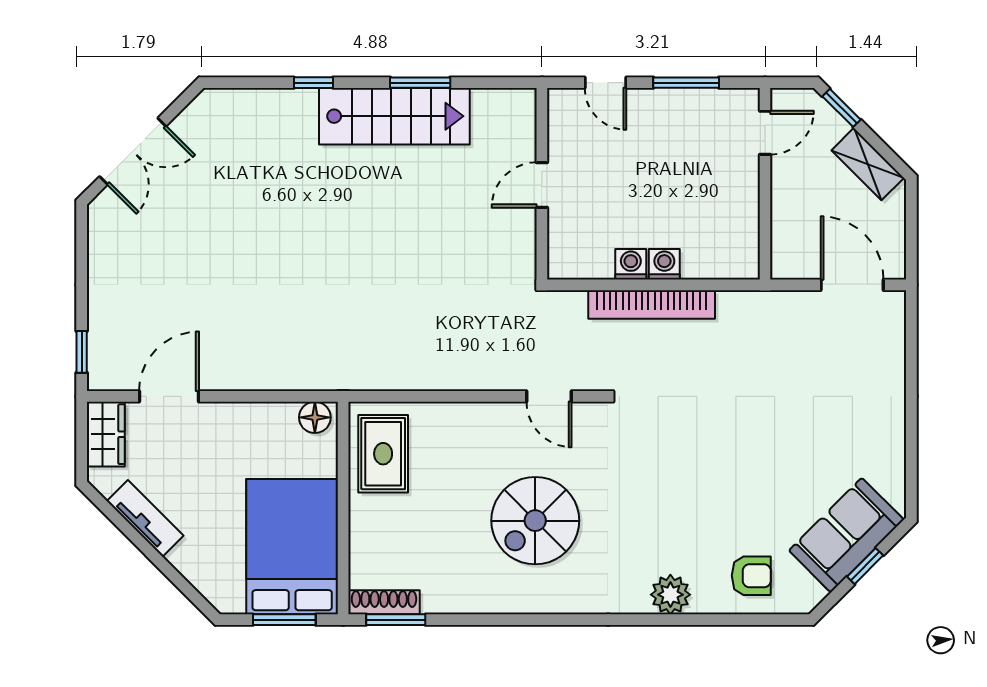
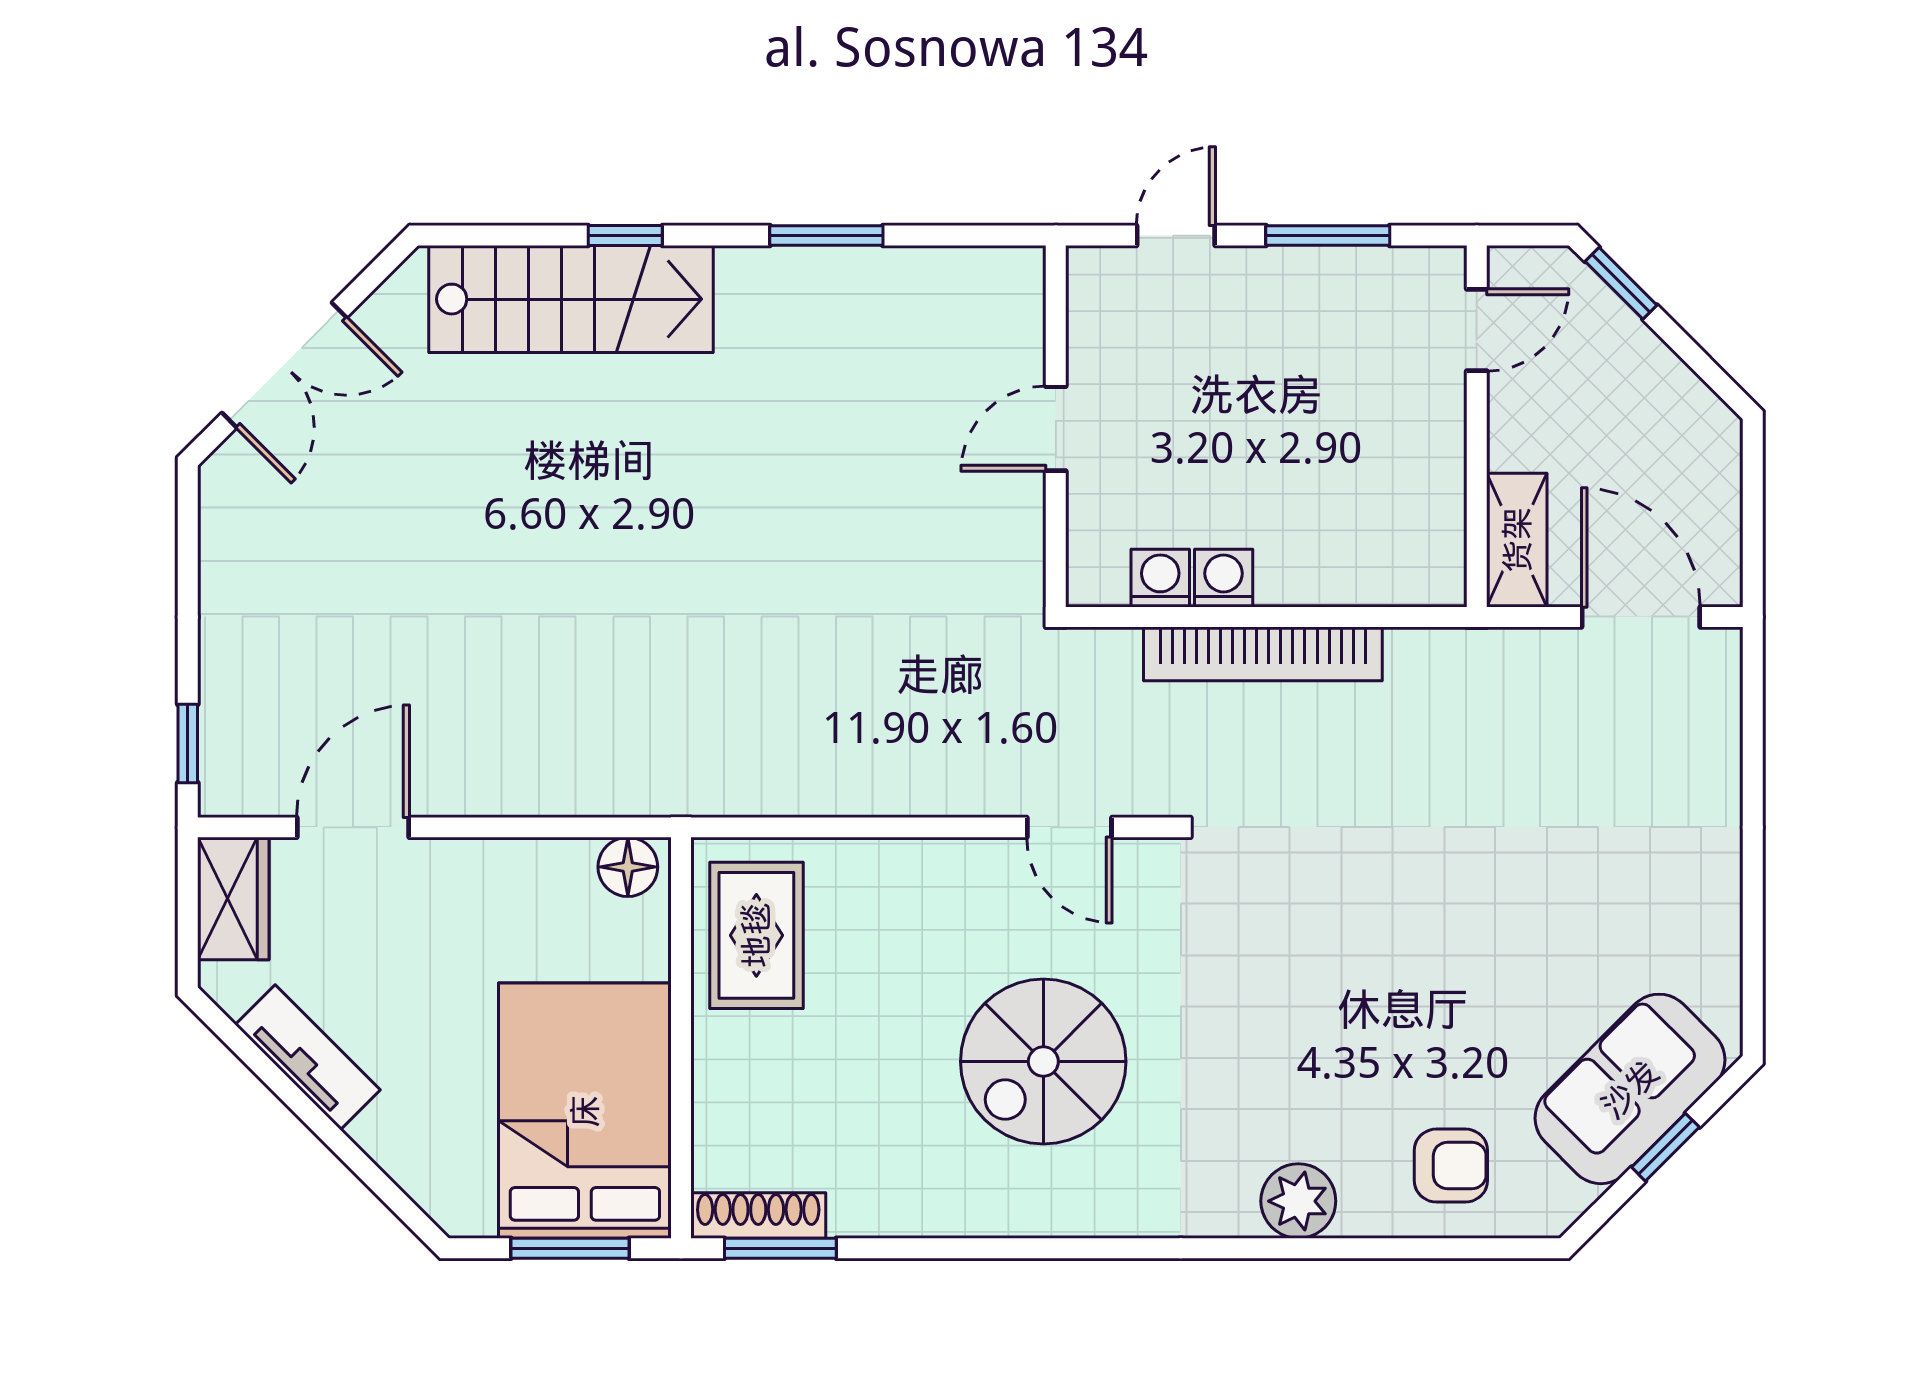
door: (606, 83) -> (1176, 236), swing flipped
stairs: (394, 116) -> (571, 299), moved
shelving: (868, 164) -> (1517, 540), moved, turned 45
washing machine: (664, 264) -> (1160, 578), moved

